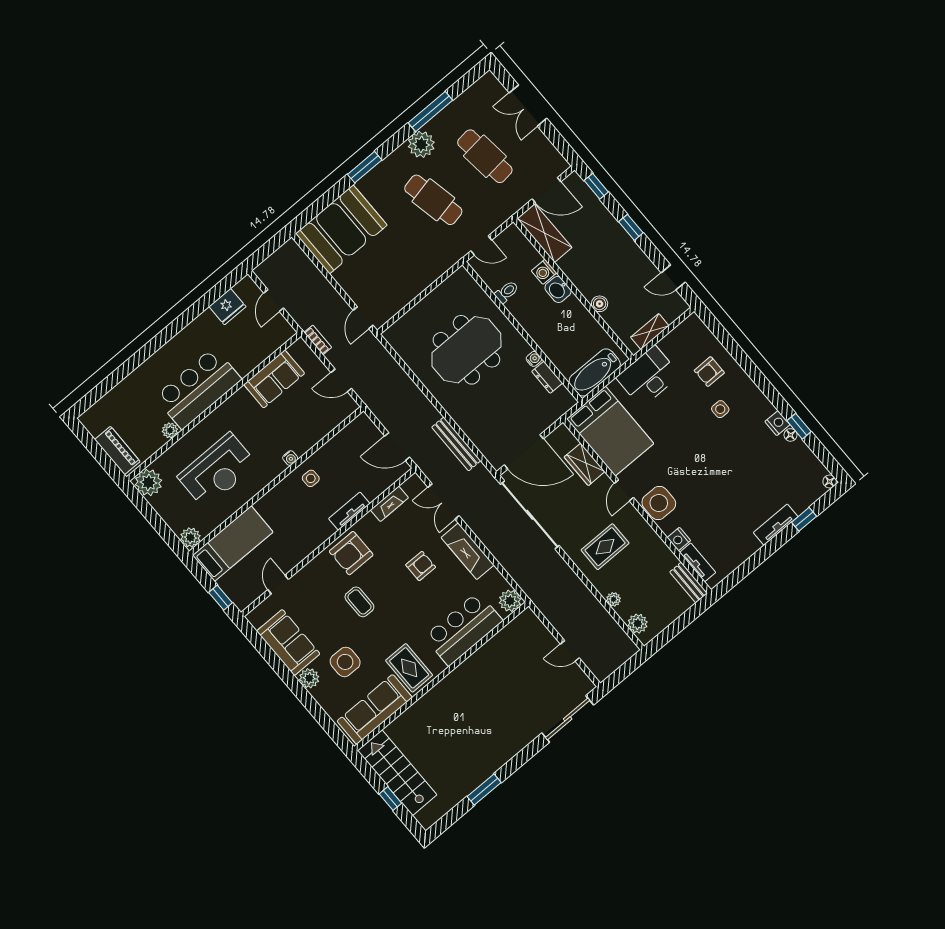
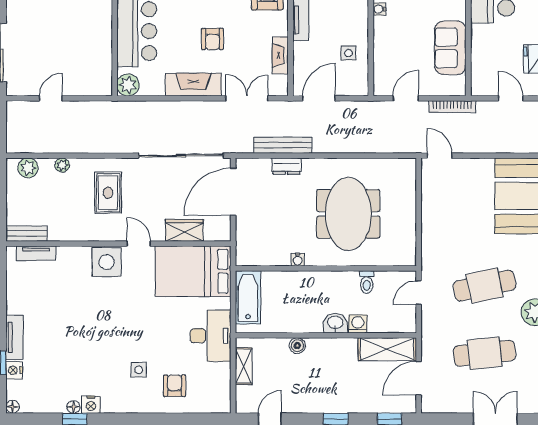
bookcase: (318, 340) -> (452, 106), width x1.56
dresser: (547, 377) -> (287, 166), moved, turned 180
side table: (311, 478) -> (348, 53), moved
nightstand: (679, 539) -> (14, 370), moved, turned -90

